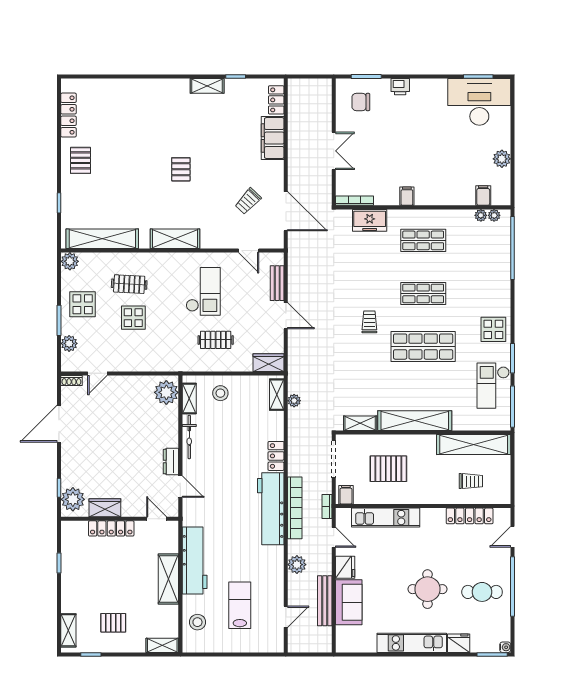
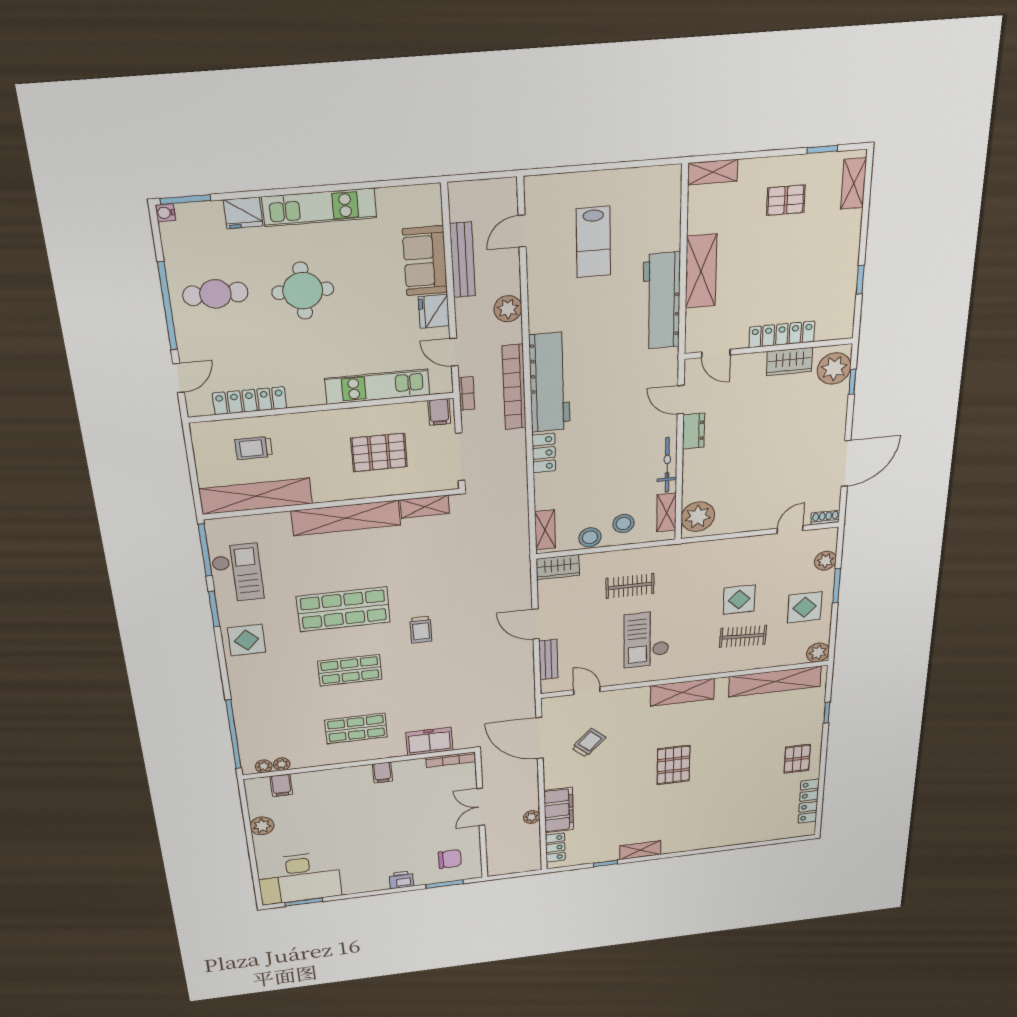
pallet: (181, 169) -> (673, 765), width x1.50, depth x1.42
plant: (294, 401) -> (532, 817), moved
stool: (197, 622) -> (590, 537), moved

